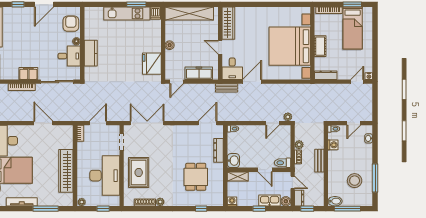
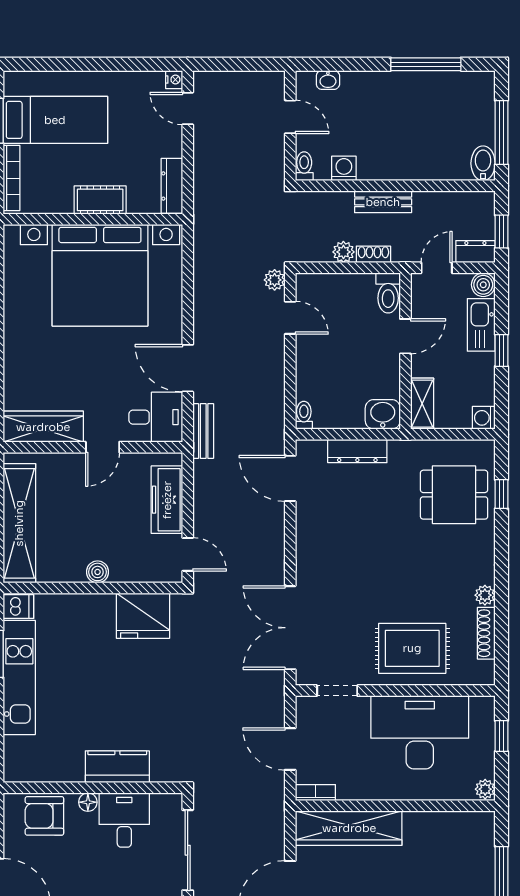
wardrobe: (66, 171) -> (349, 828), moved
dining table: (196, 177) -> (454, 495), moved
stool: (355, 181) -> (432, 115), removed

